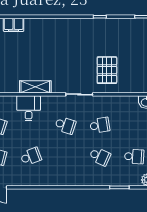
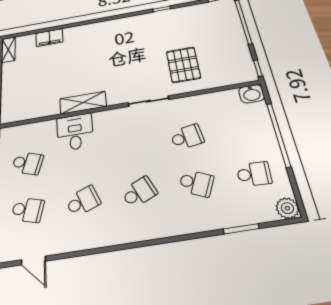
school desk: (65, 125) -> (139, 192), moved, turned -42

